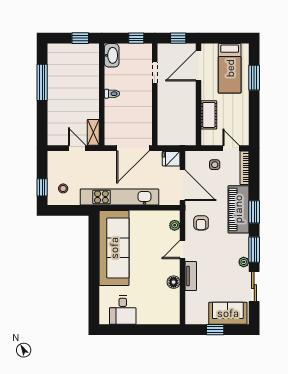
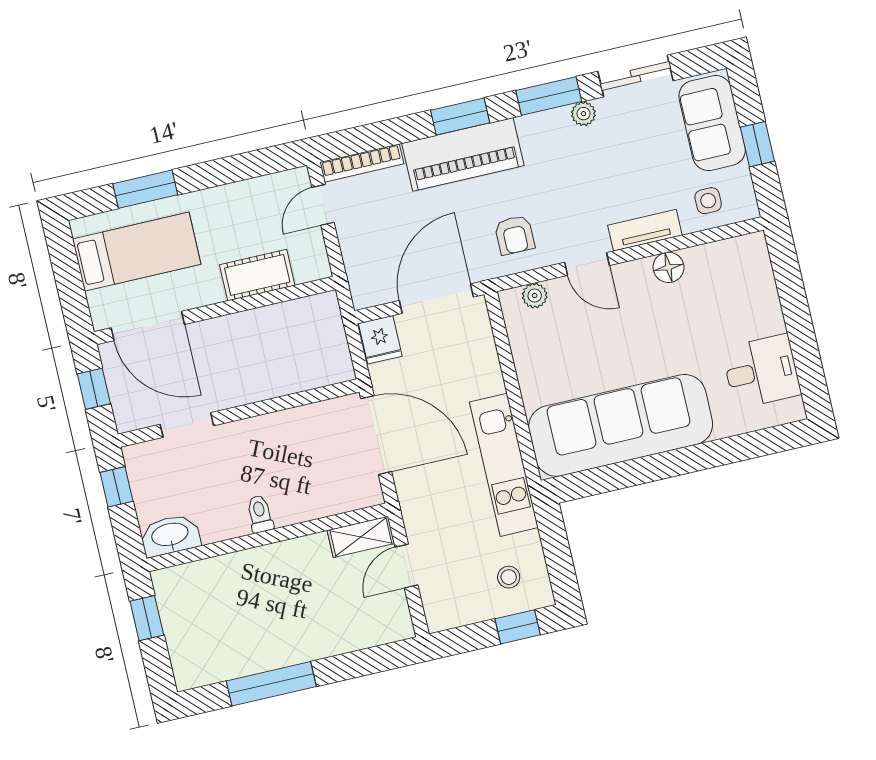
side table: (215, 165) -> (708, 201), moved
kitchen unit: (119, 197) -> (504, 465), width x0.73
armchair: (201, 223) -> (515, 235), turned 90

